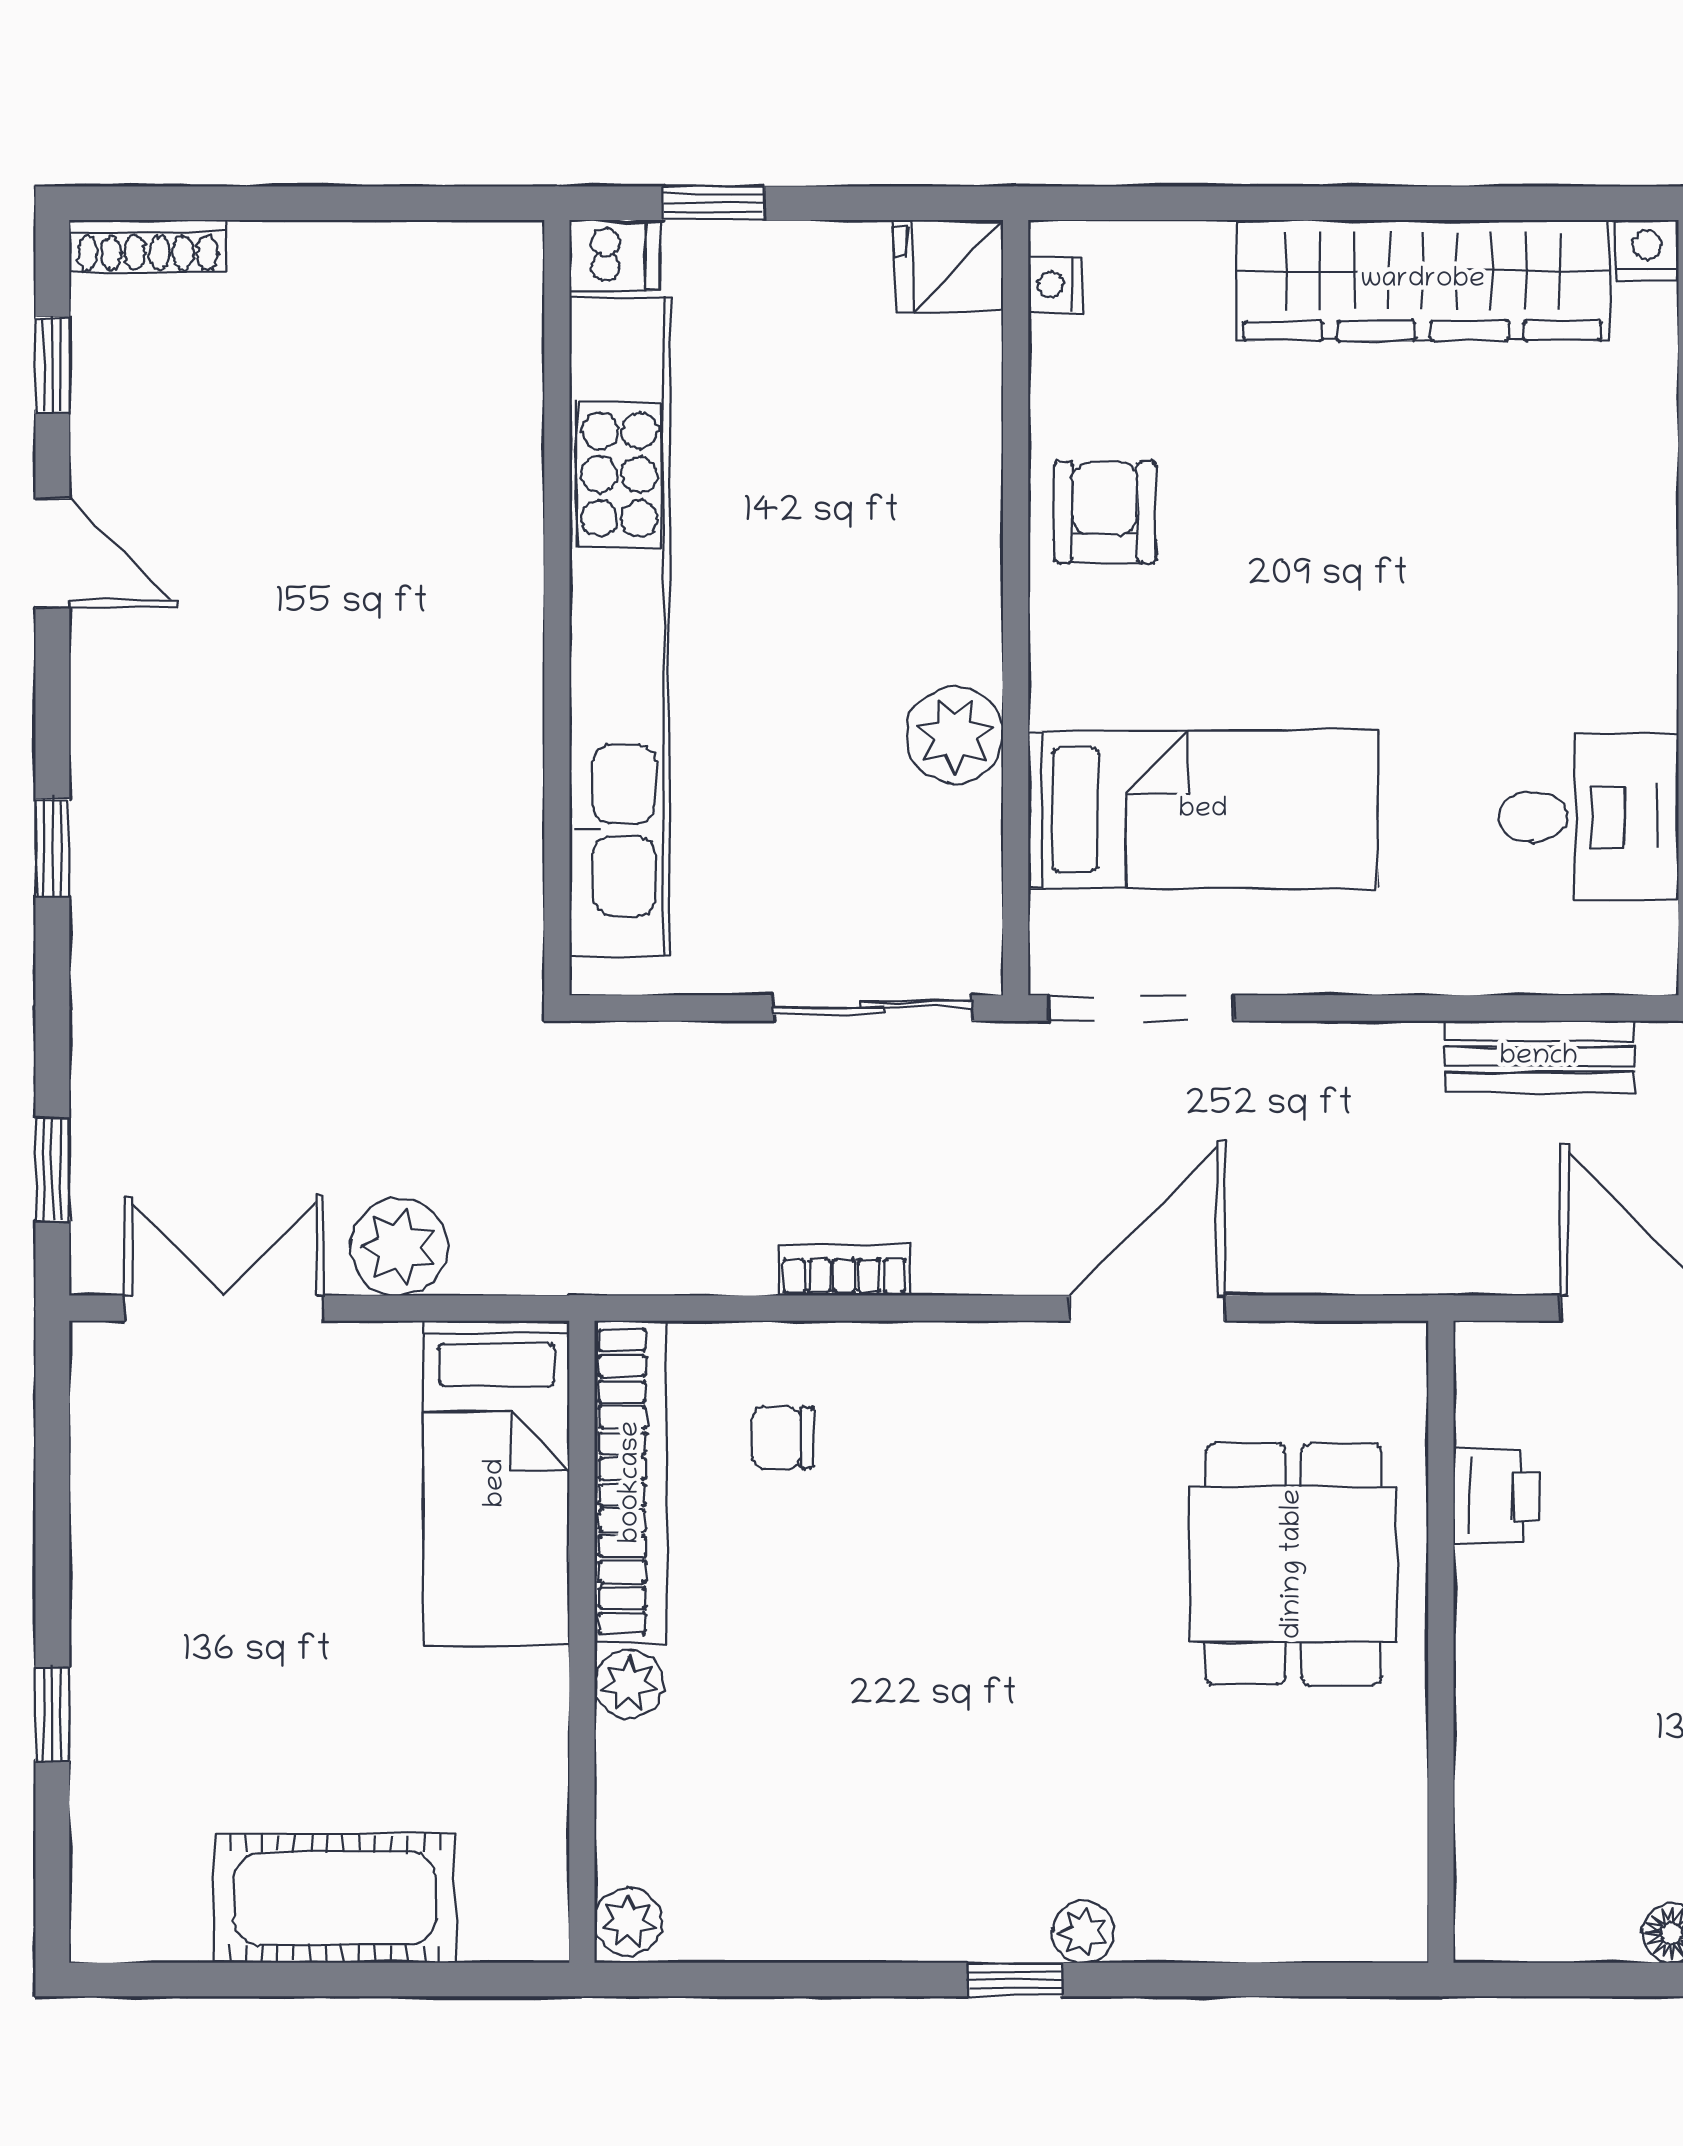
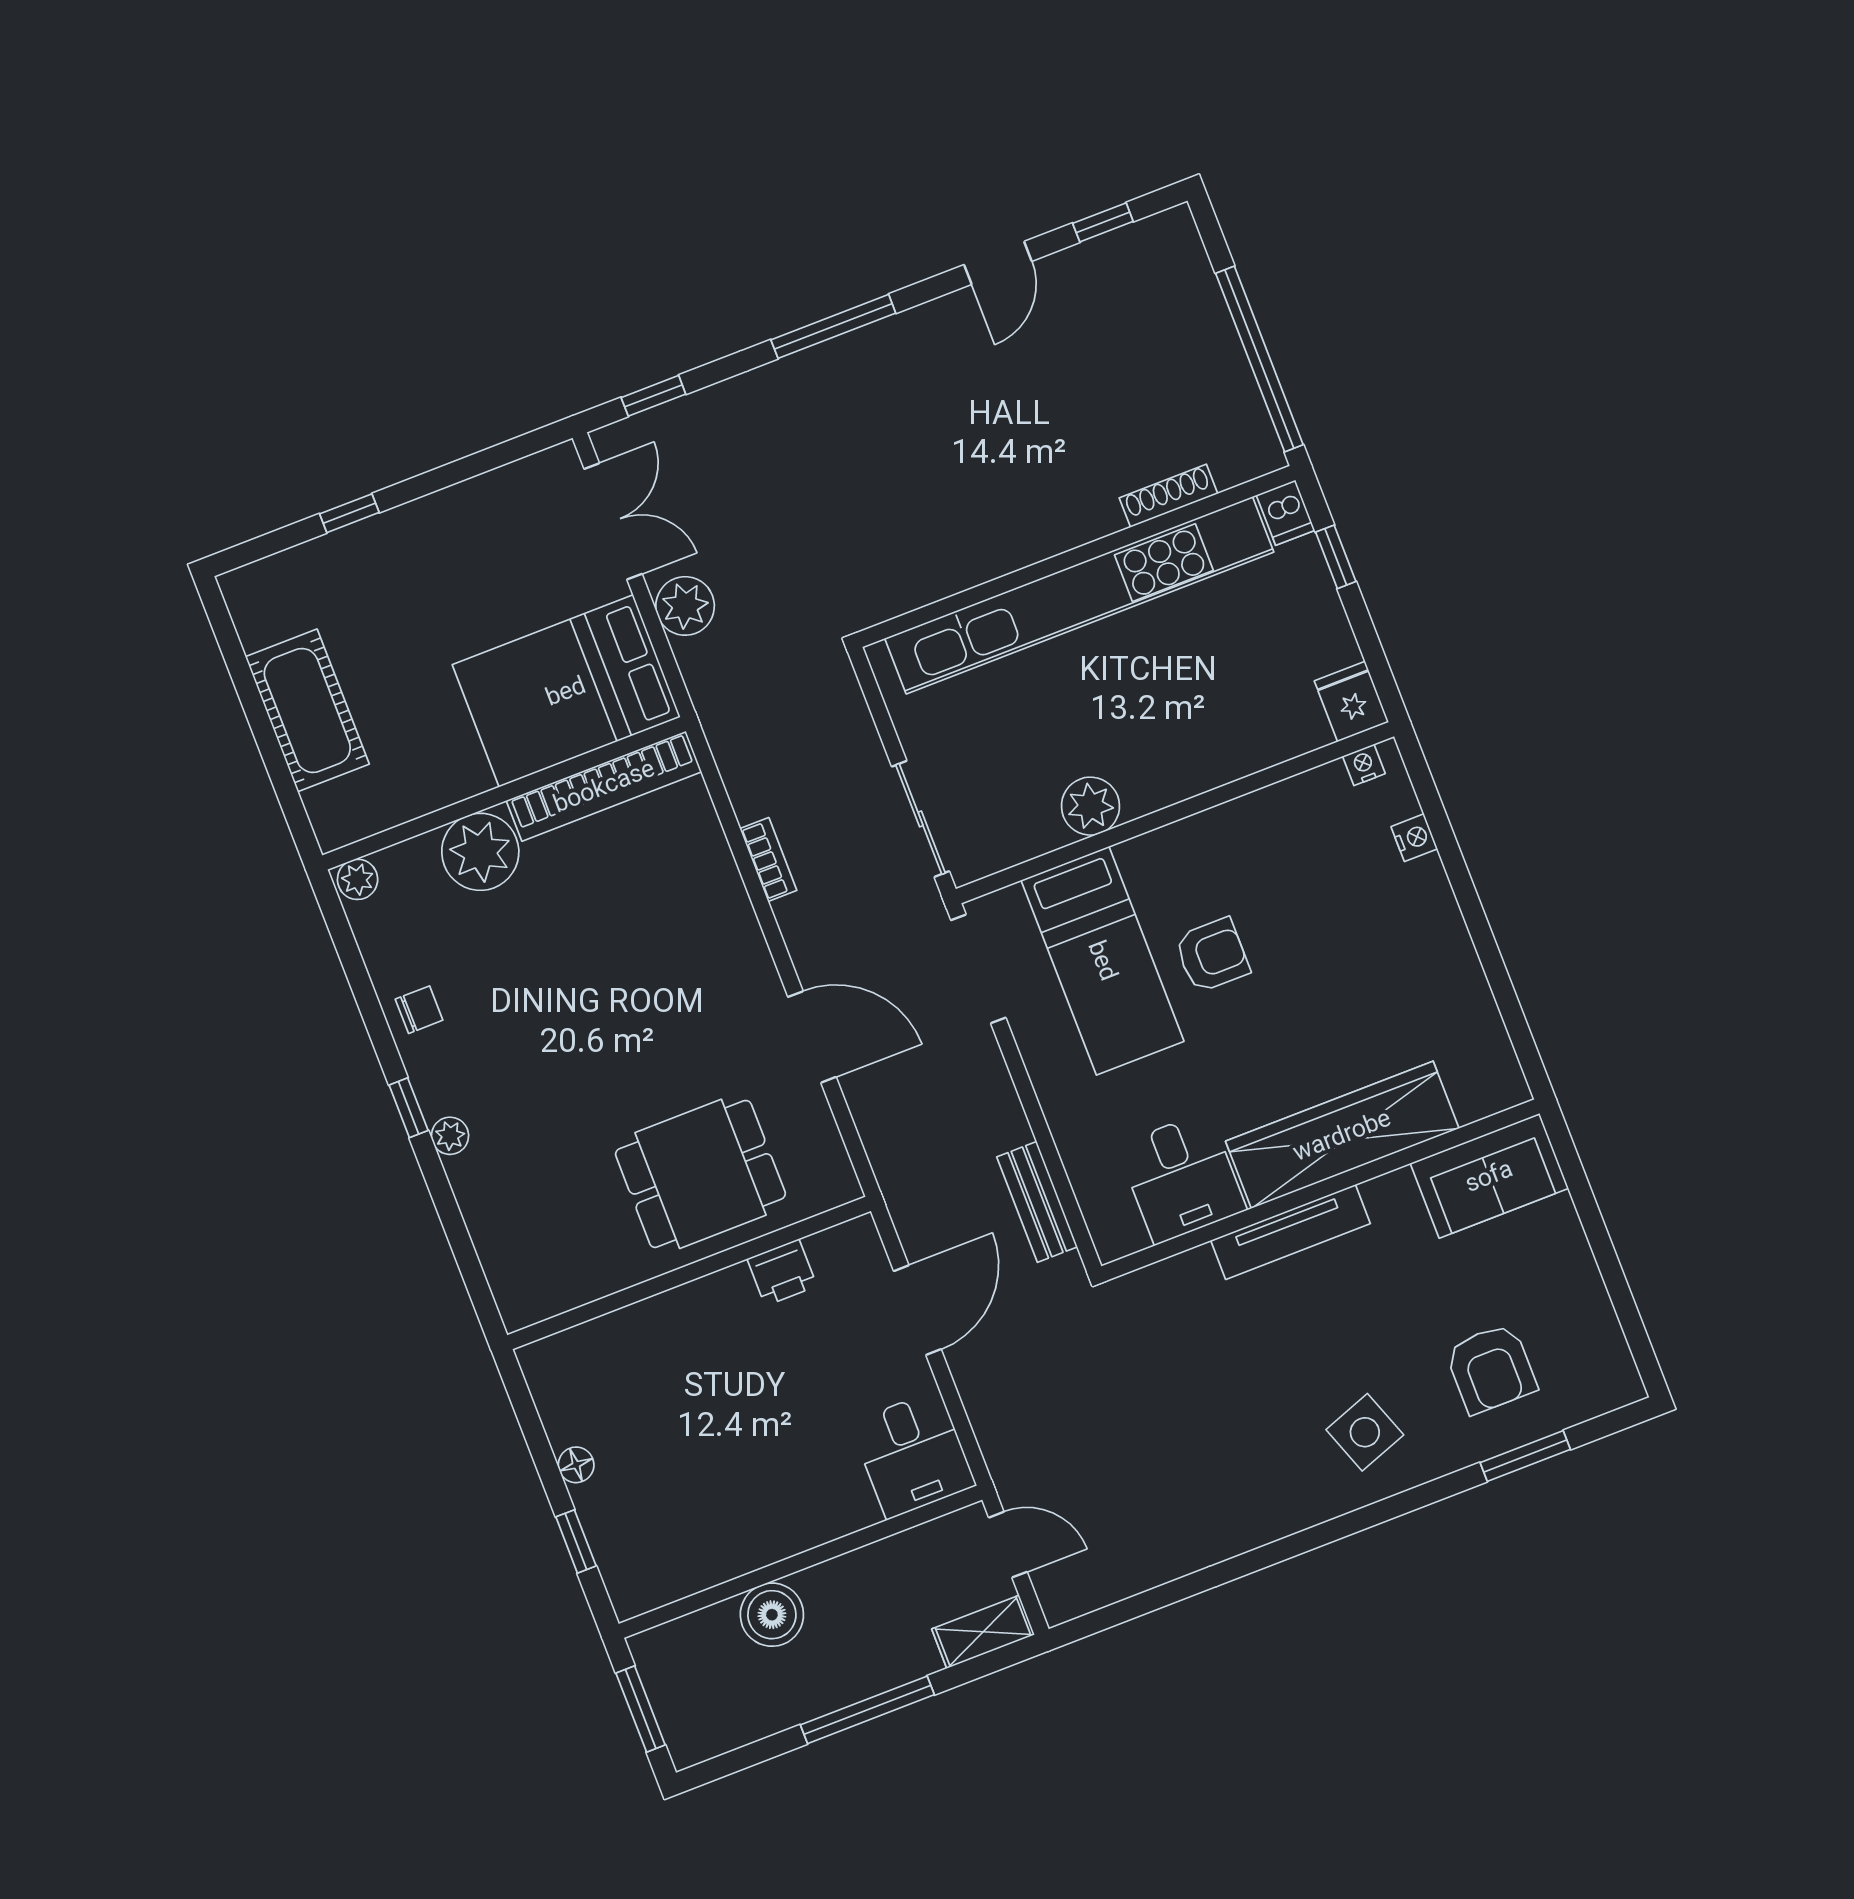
window: (359, 203) -> (1259, 359), added
shoe rack: (147, 247) -> (1168, 496), moved, turned 90
nightstand: (1647, 250) -> (1414, 838), moved
wardrobe: (1423, 280) -> (1342, 1135), moved, turned 90
armchair: (1105, 512) -> (1212, 955), moved
window: (52, 848) -> (833, 326), width x2.17
chair: (782, 1438) -> (419, 1010), moved, turned 90
bed: (496, 1483) -> (566, 691), width x1.50
plant: (629, 1684) -> (480, 852), width x1.87, depth x1.87

